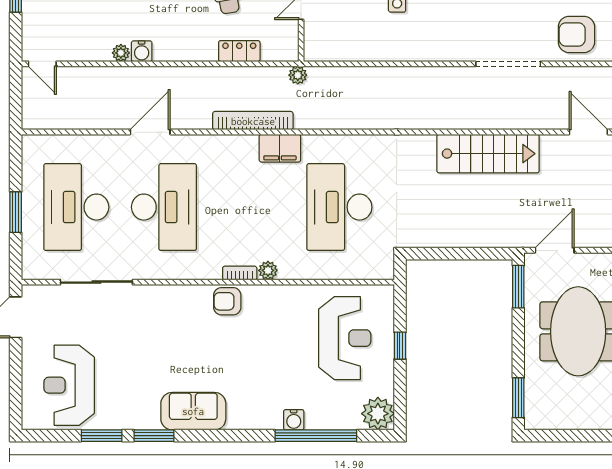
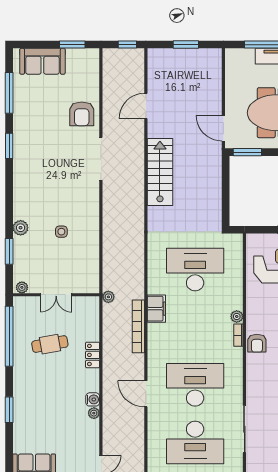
locker: (239, 51) -> (93, 355), moved
desk: (339, 207) -> (195, 270), turned 180

